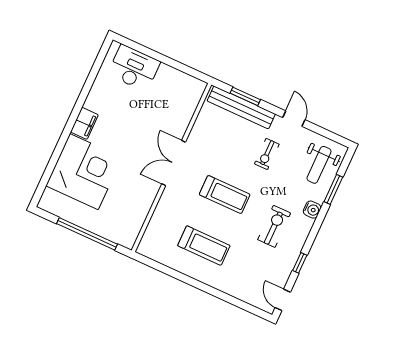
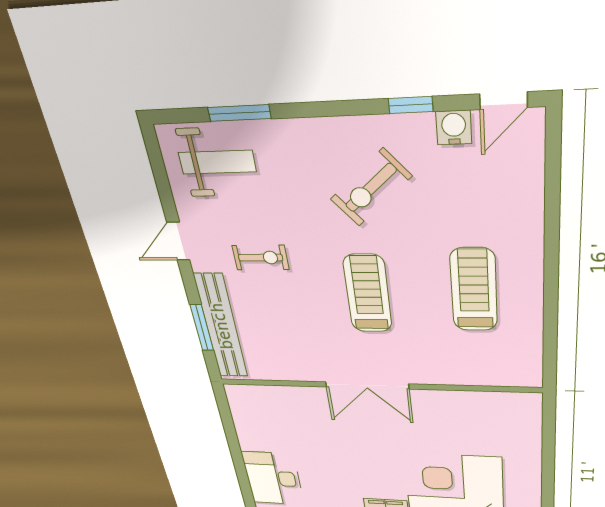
water cooler: (312, 210) -> (454, 128), moved
exercise bike: (274, 226) -> (371, 188), turned -41
window: (87, 234) -> (548, 459), removed

